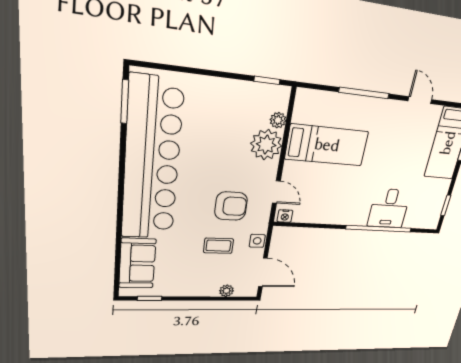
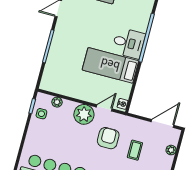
plant: (266, 145) -> (84, 114), moved
bed: (327, 145) -> (110, 65), moved, turned -90
desk: (389, 208) -> (128, 43), moved
side table: (257, 241) -> (41, 114), moved

